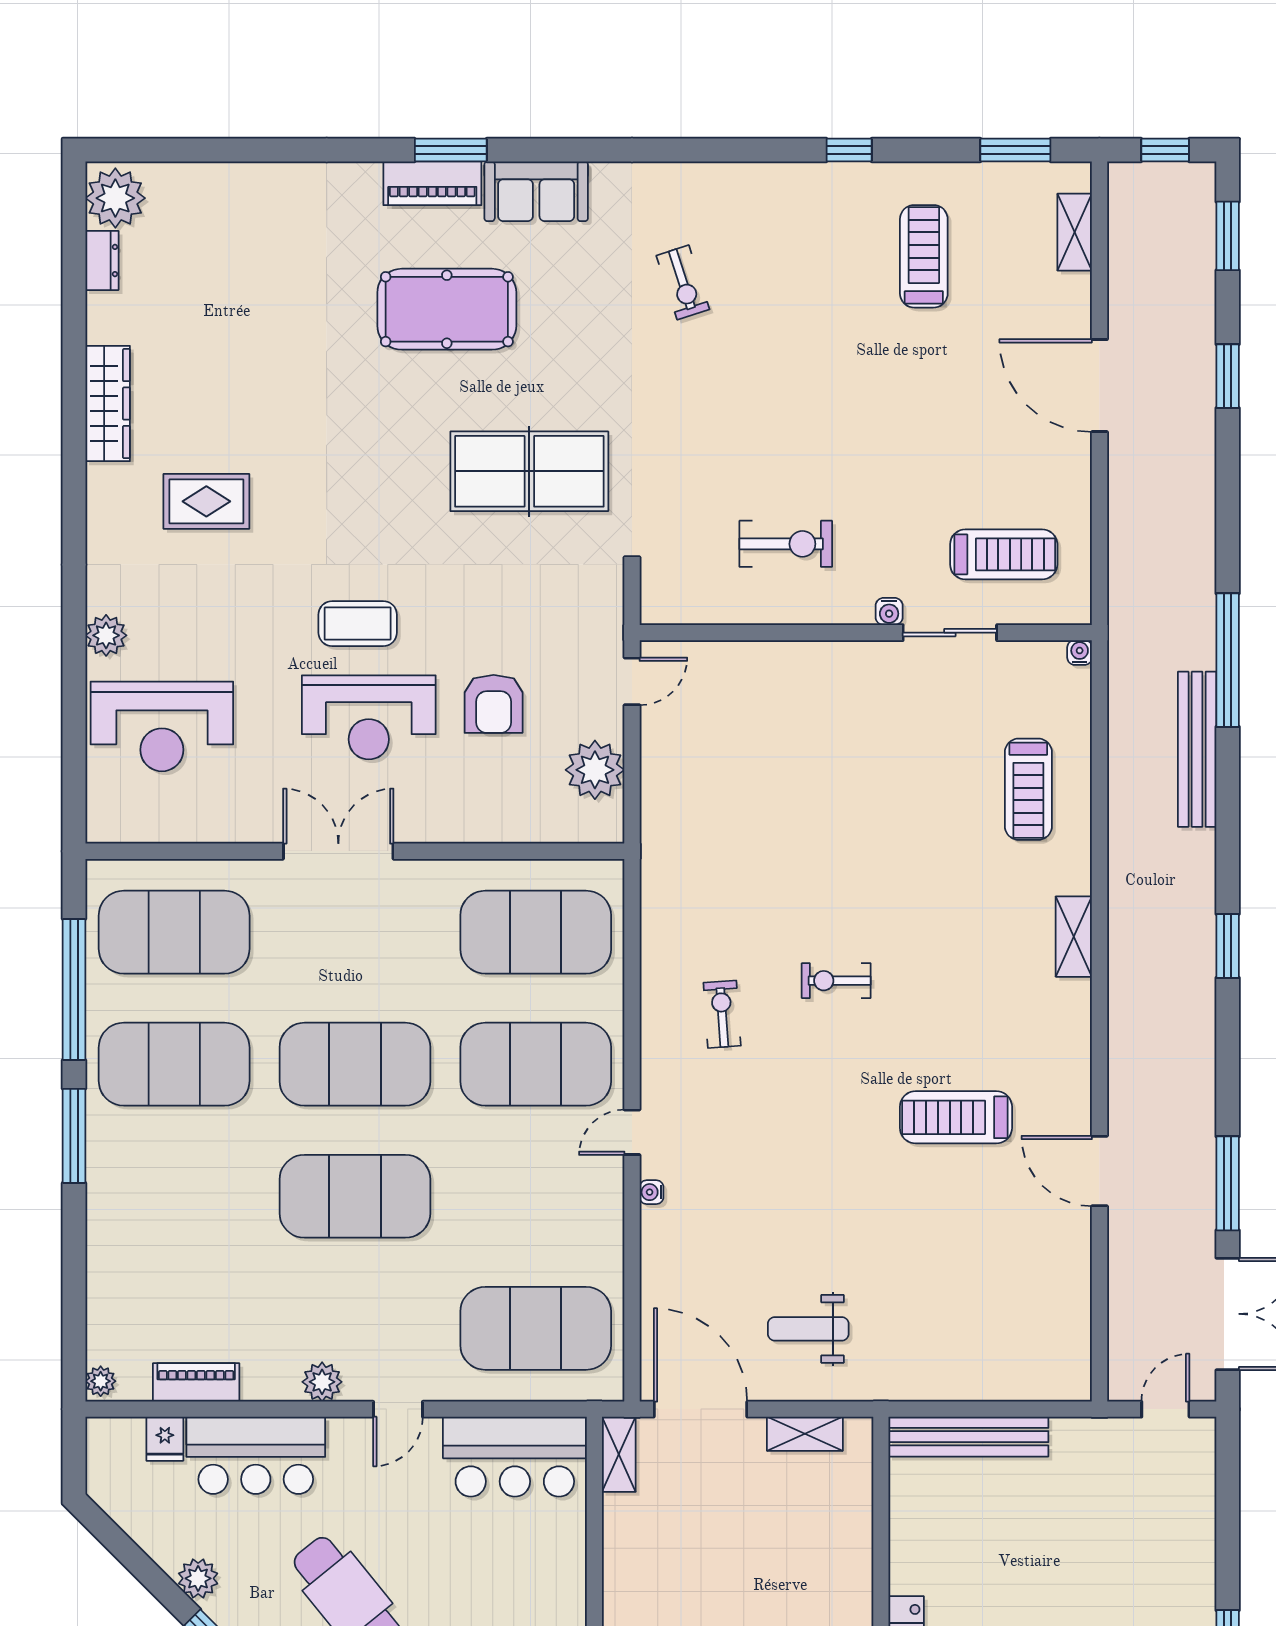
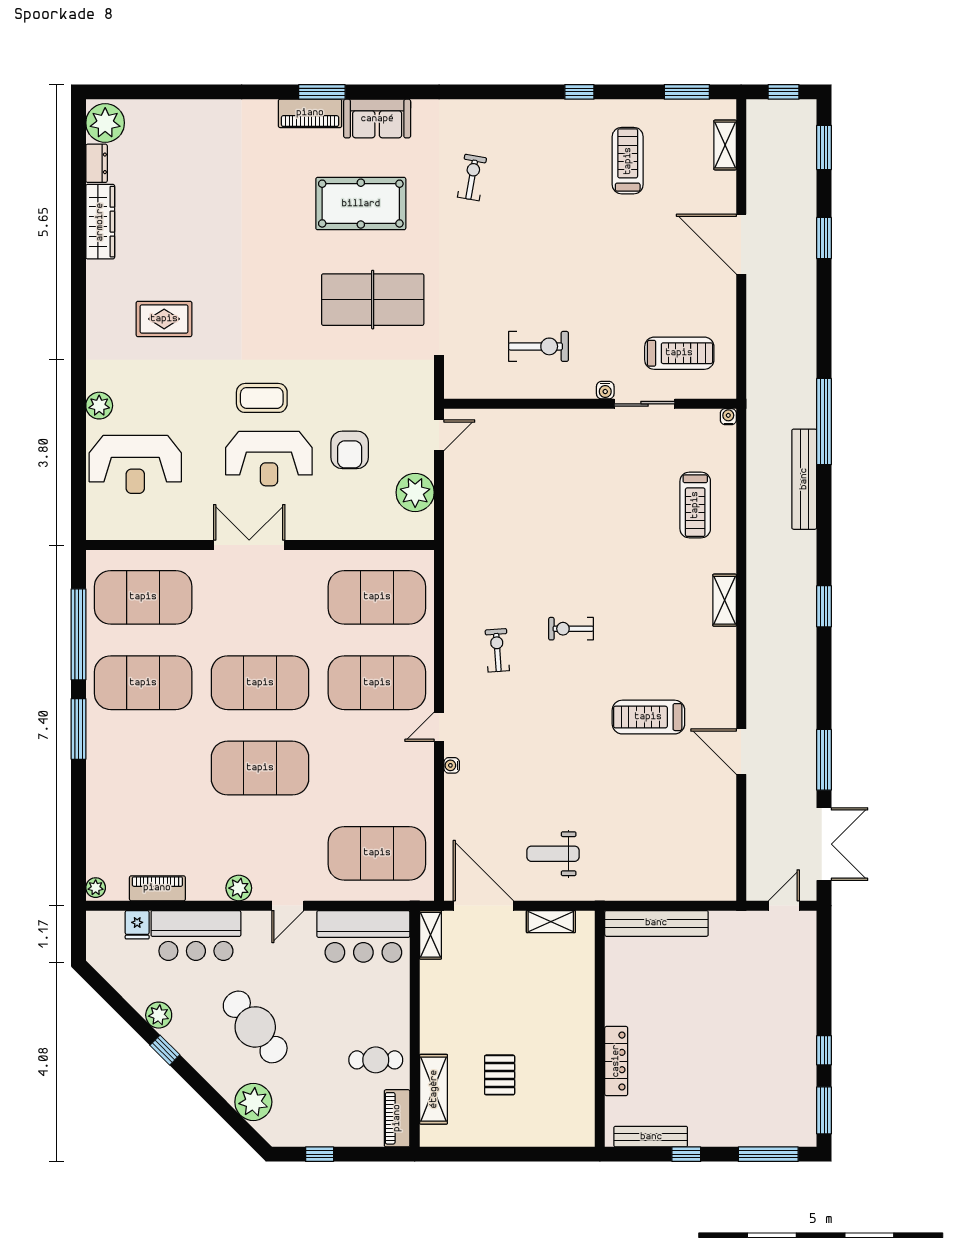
exercise bike: (683, 282) -> (472, 178), turned -152
pool table: (447, 309) -> (361, 204), moved
wardrobe: (108, 404) -> (100, 222), moved

